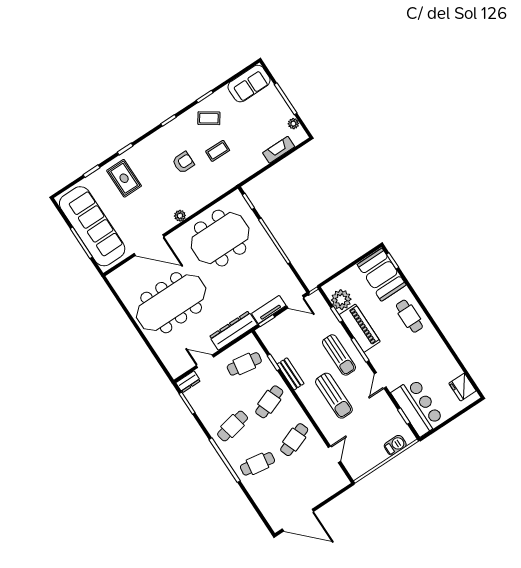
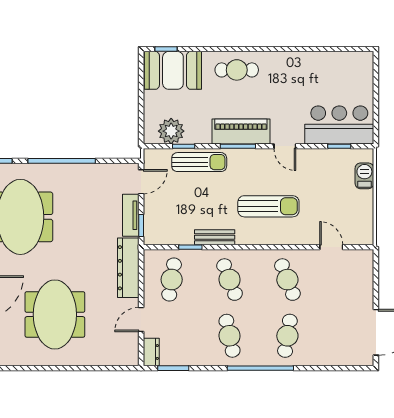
meeting table: (171, 303) -> (55, 314), width x0.73
piano: (360, 328) -> (241, 131), moved
sun lounger: (339, 355) -> (199, 162), moved
fridge: (463, 387) -> (350, 63), removed

